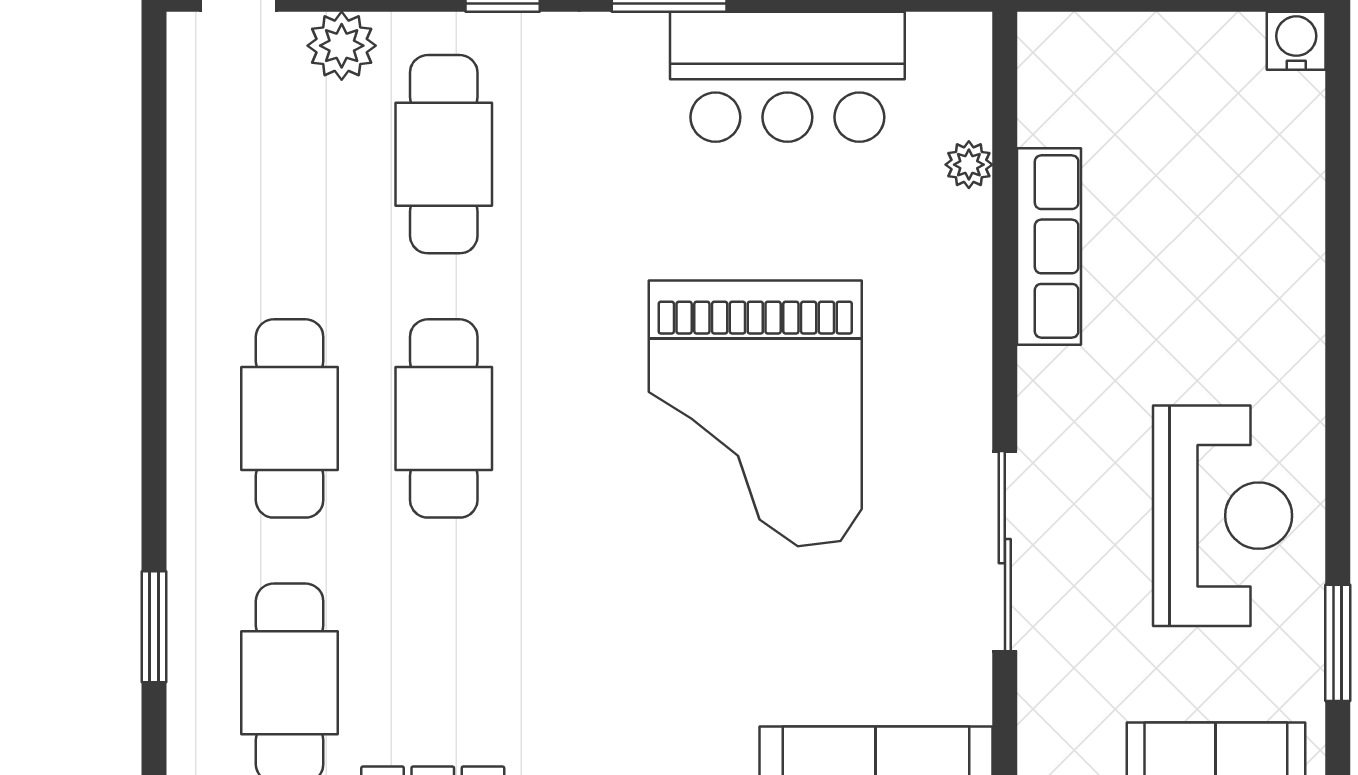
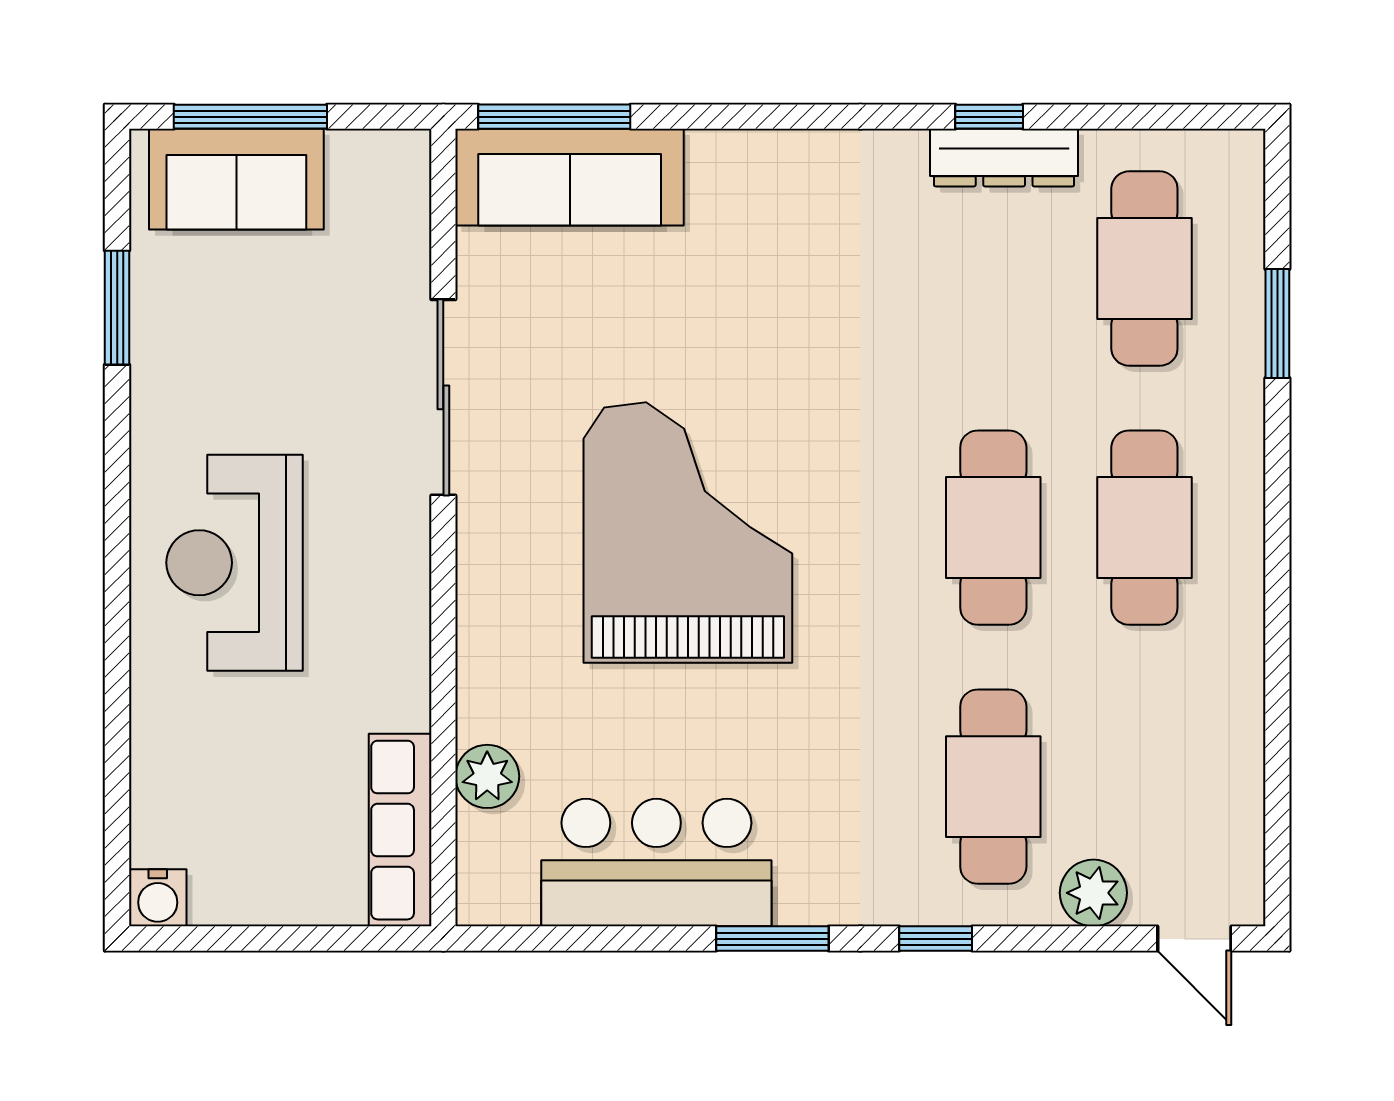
plant: (969, 165) -> (487, 776), width x1.38, depth x1.38
row of seats: (1049, 246) -> (400, 830), moved
reception desk: (1222, 516) -> (235, 563), moved

